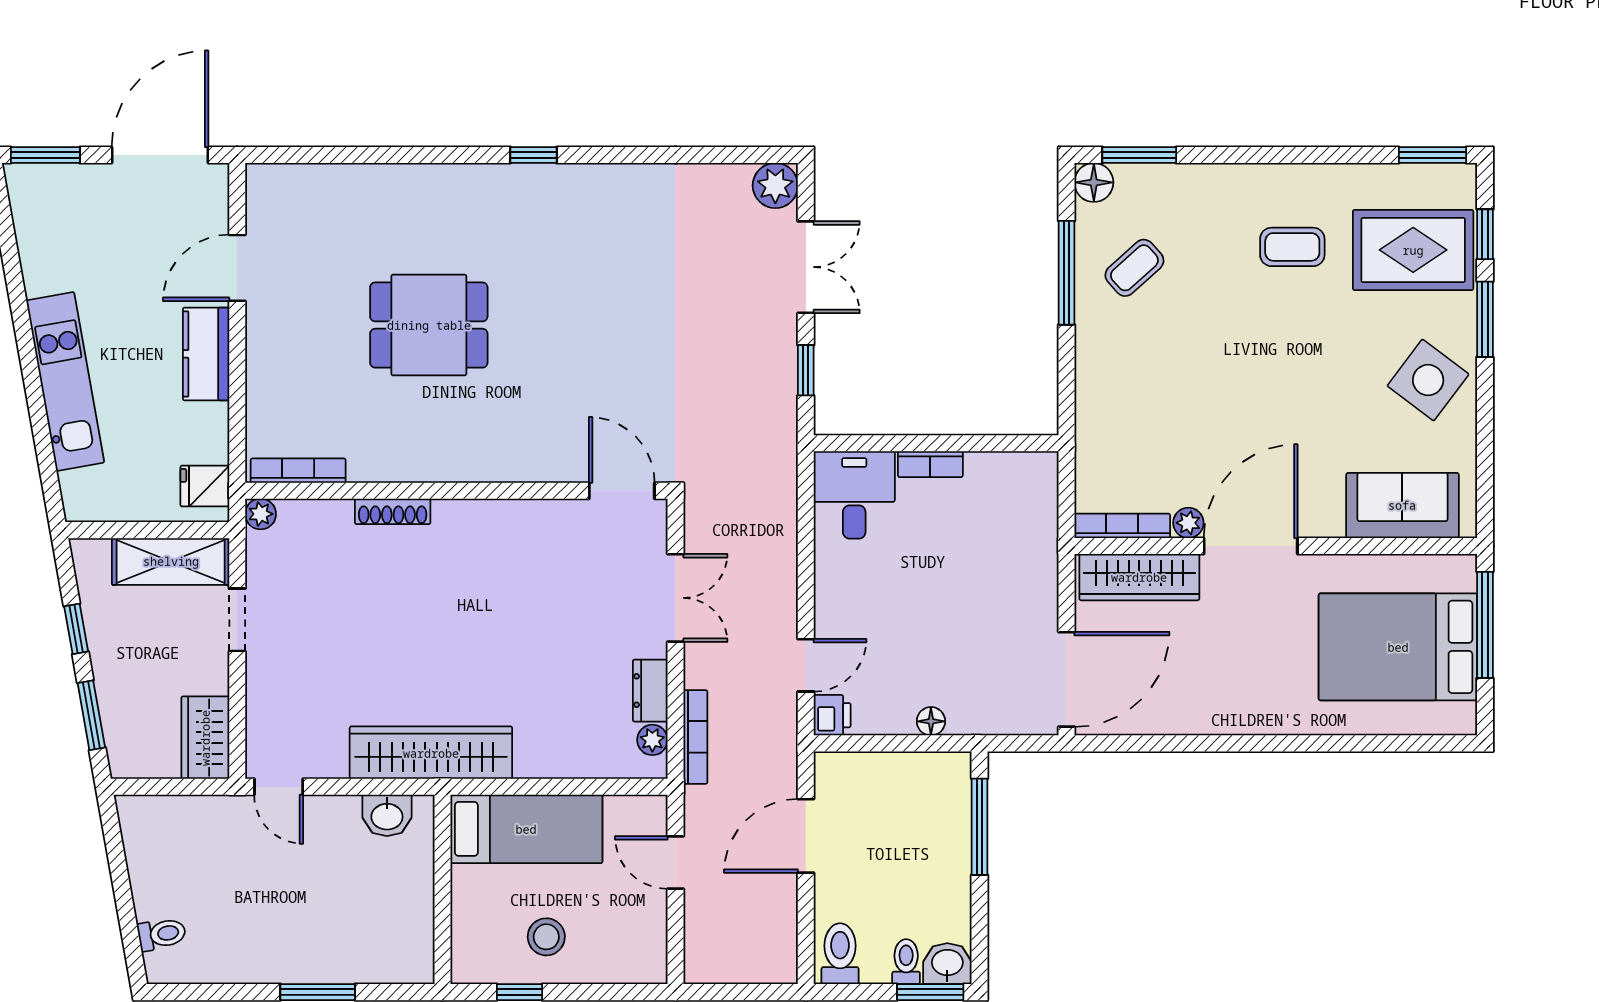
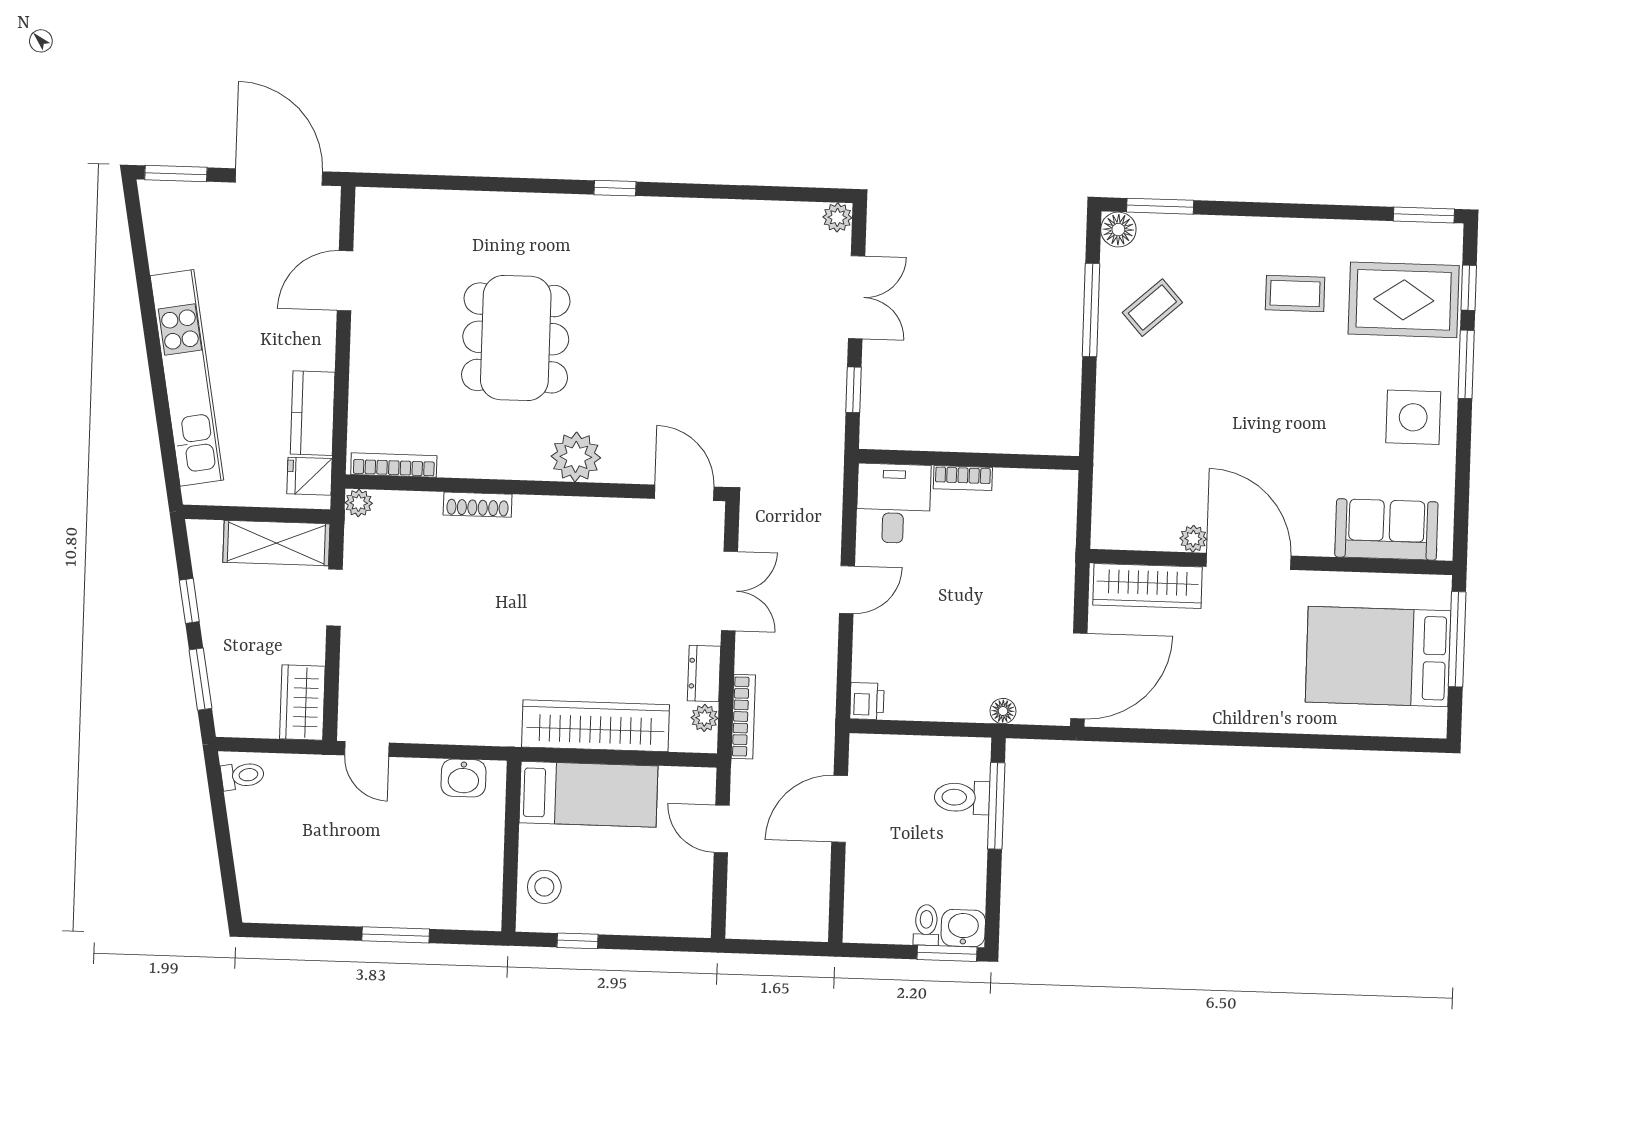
door: (160, 155) -> (279, 177), hinge flipped
plant: (775, 186) -> (837, 217), width x0.73, depth x0.73
dining table: (429, 325) -> (516, 338), width x1.38
kitchen counter: (206, 354) -> (313, 413), moved
side table: (1428, 380) -> (1413, 417), turned -37
kitchen unit: (65, 381) -> (187, 378), width x1.36
plant: (500, 455) -> (576, 457), added
bookcase: (1122, 526) -> (1134, 539), removed
door: (1251, 546) -> (1249, 561), hinge flipped
door: (806, 665) -> (847, 590), moved
floor lamp: (931, 721) -> (1003, 711), moved
wardrobe: (431, 753) -> (595, 726), moved
toilet: (162, 934) -> (243, 776), moved
stool: (546, 937) -> (544, 887), moved
toilet: (840, 954) -> (962, 797), moved, turned -90

